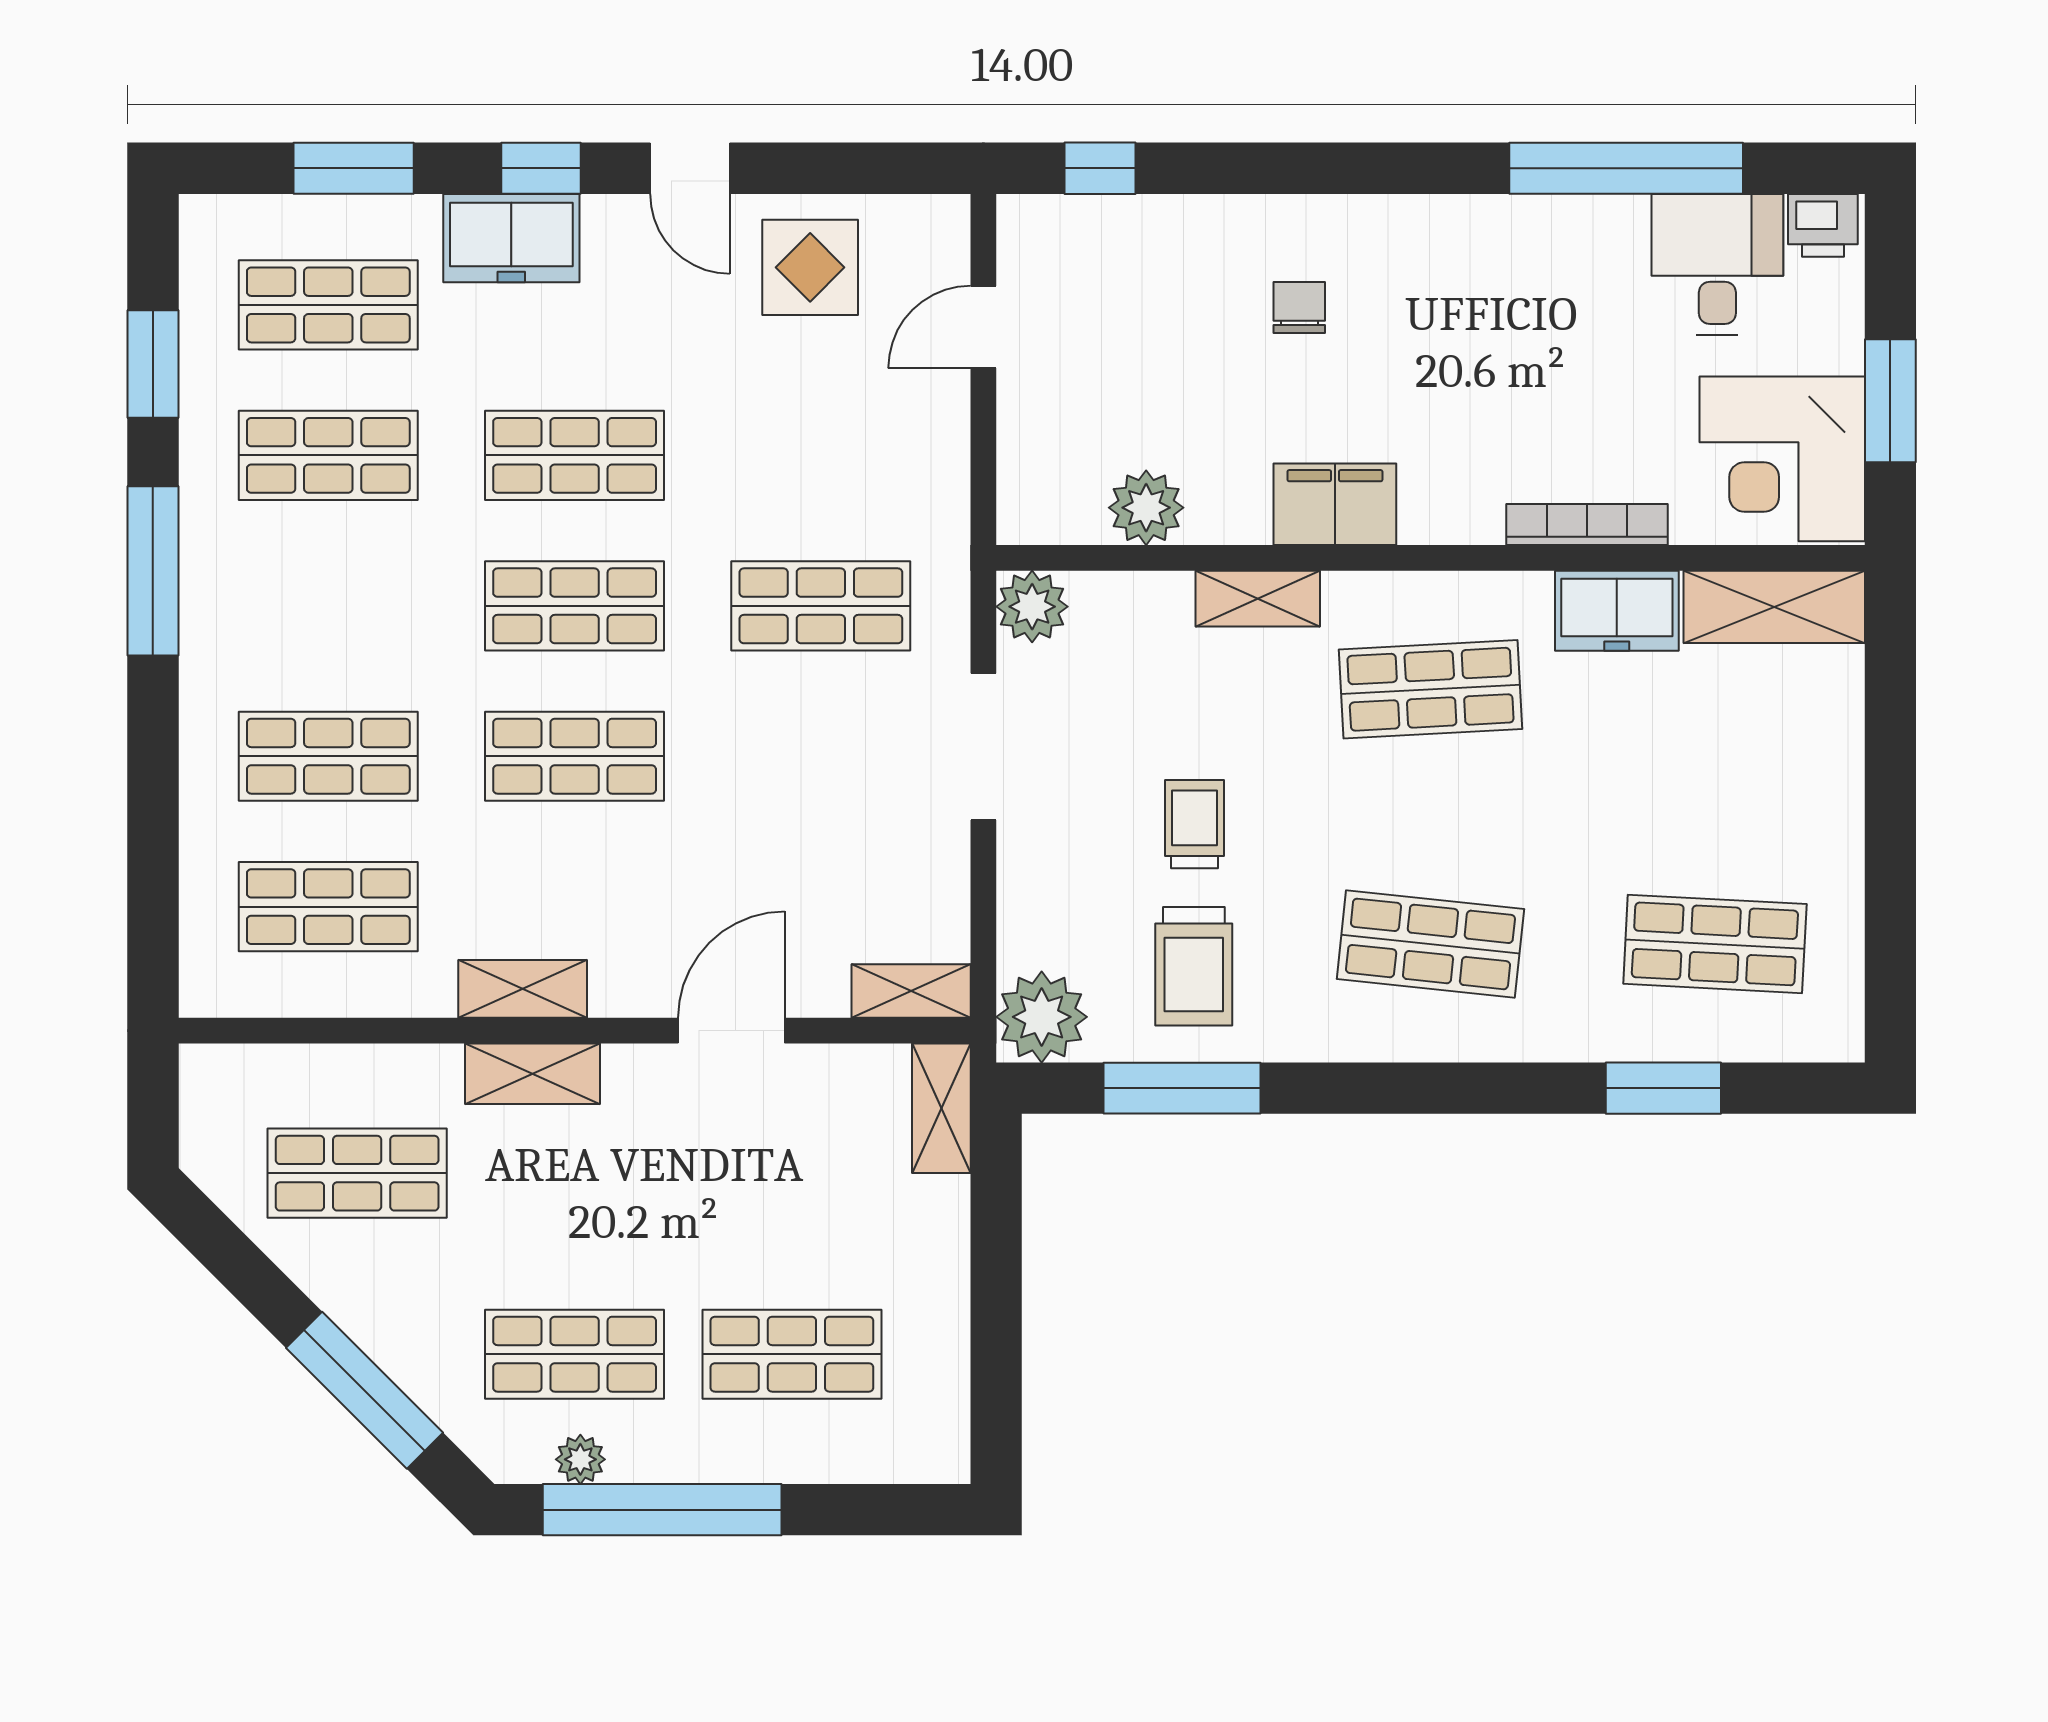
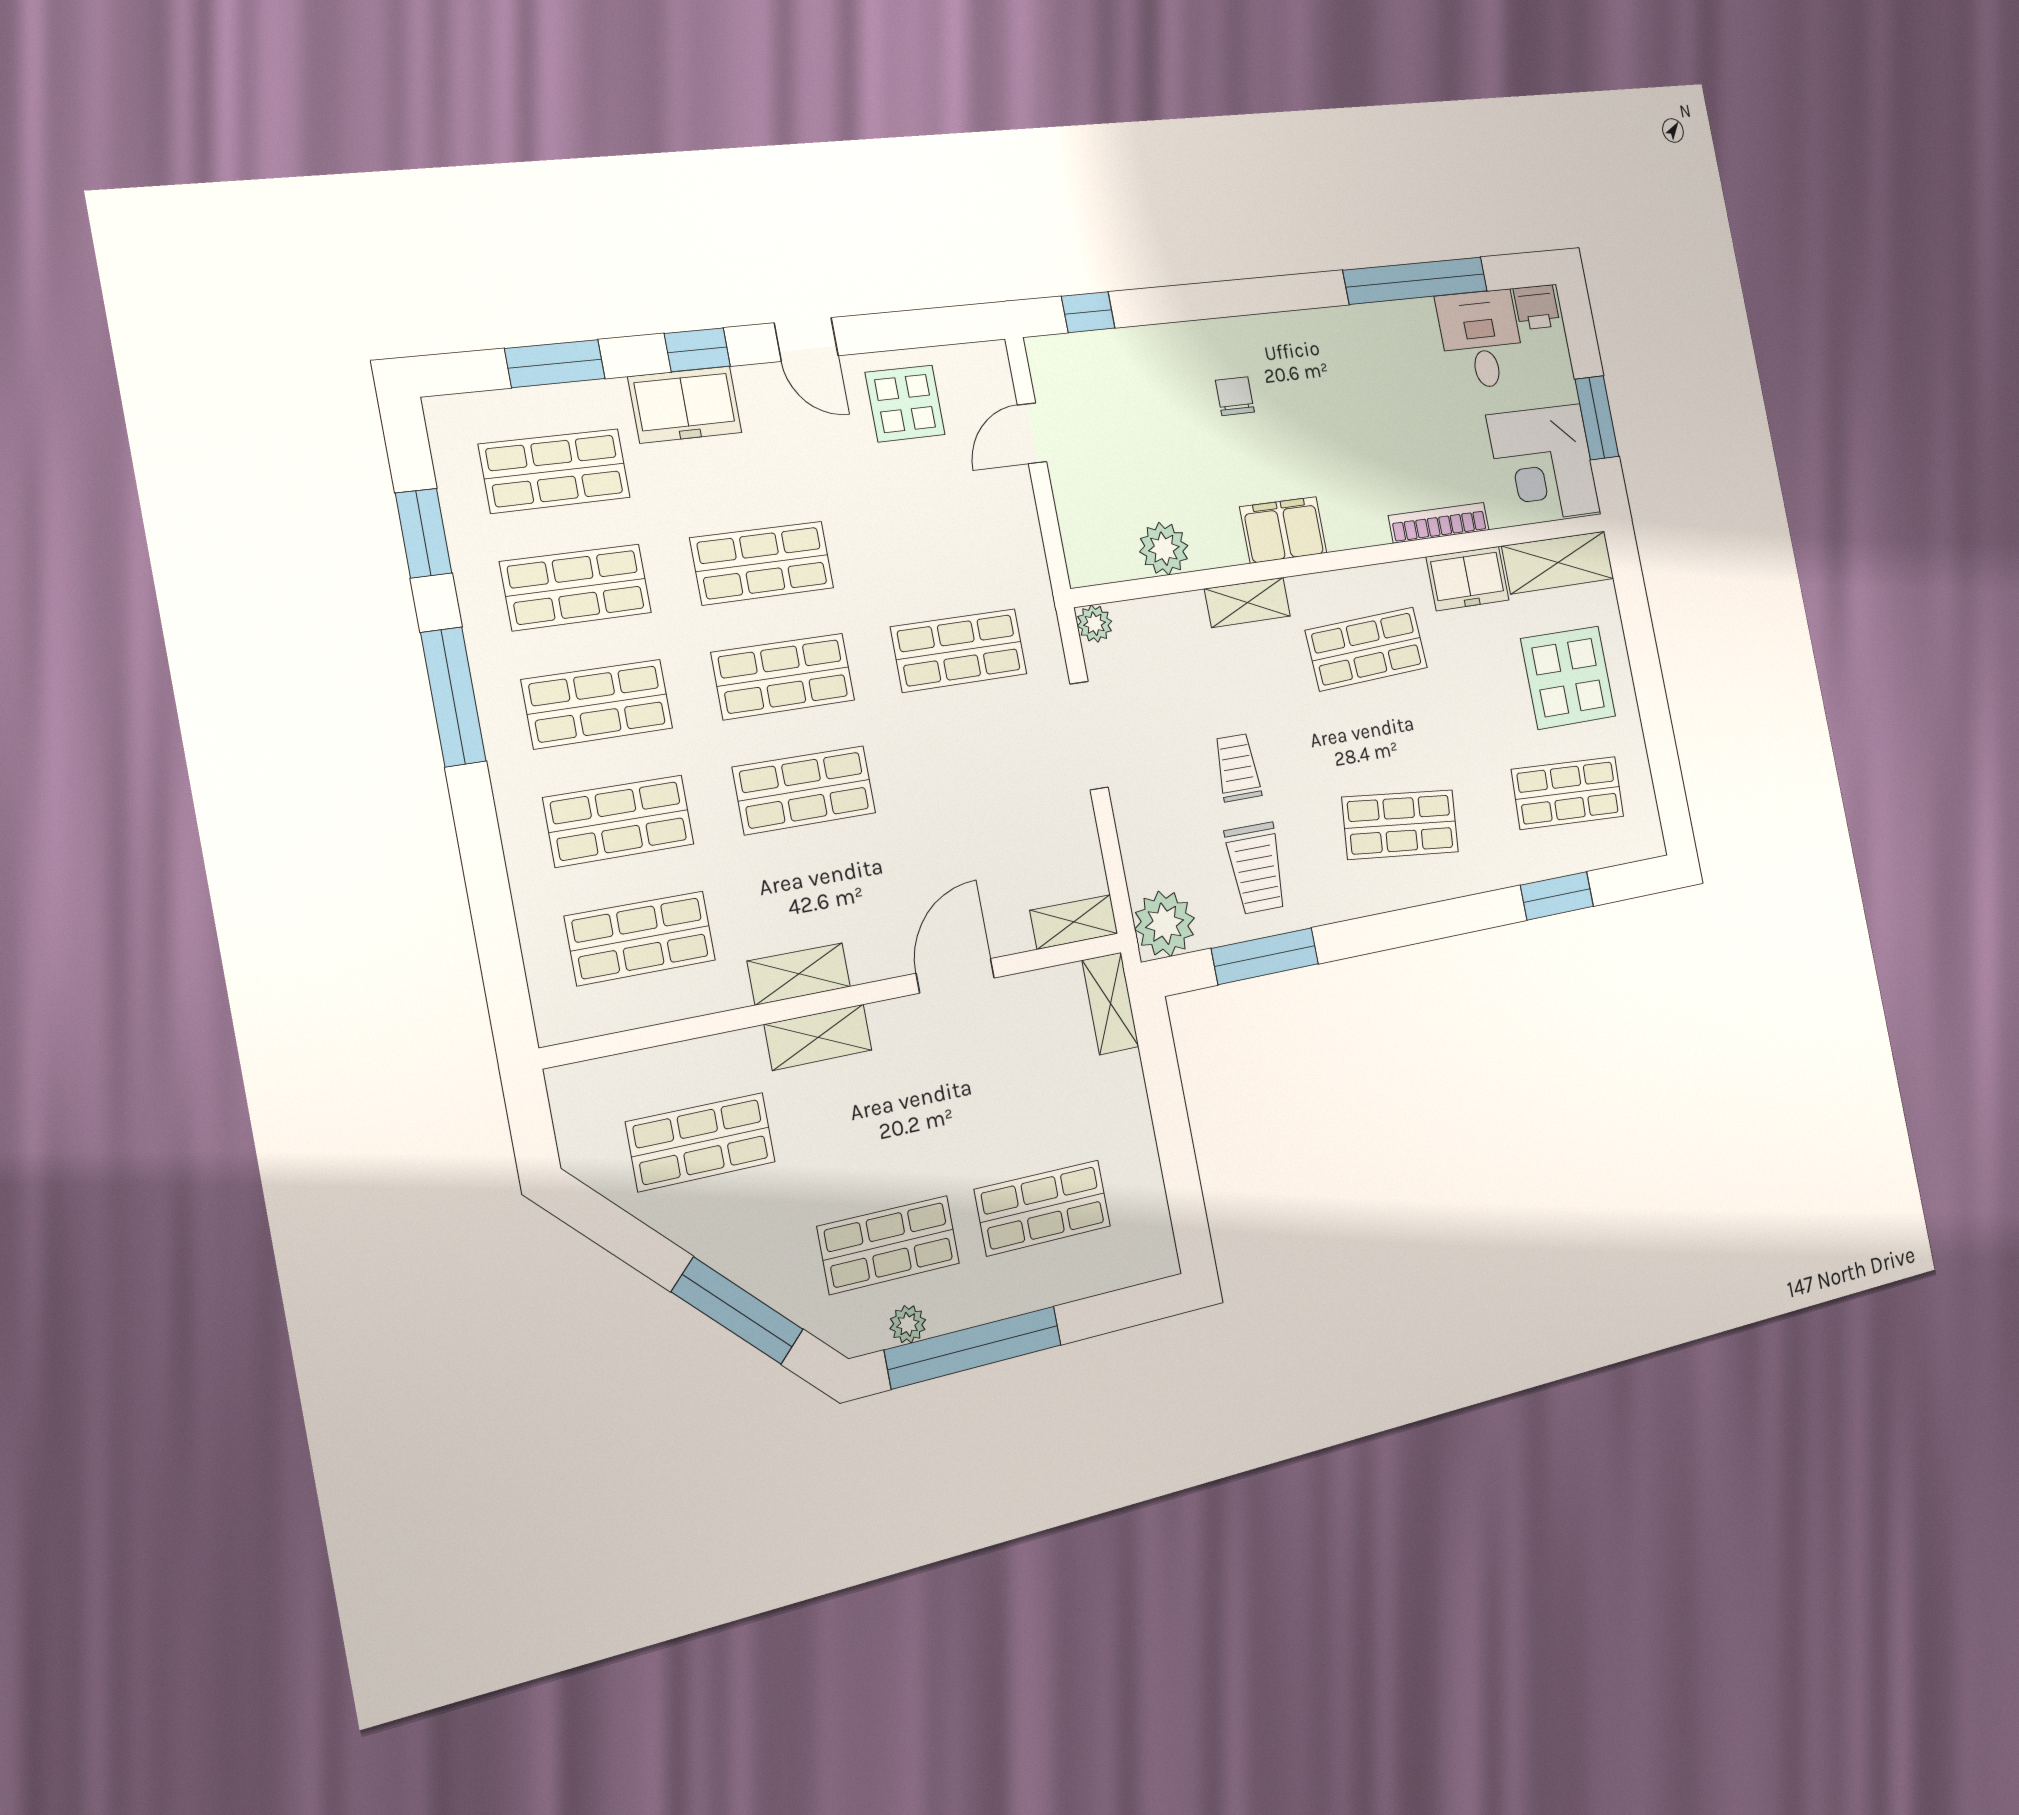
shop shelf: (328, 606) -> (597, 704), added
plant: (1032, 607) -> (1095, 624), width x0.73, depth x0.73
display table: (1753, 777) -> (1568, 678), added

